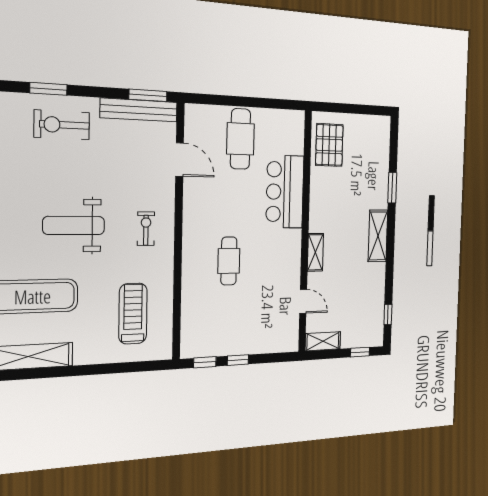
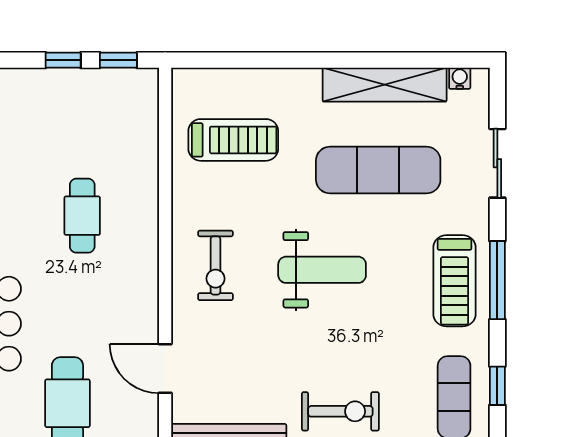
exercise bike: (146, 229) -> (215, 265), width x1.38, depth x1.39
treadmill: (133, 314) -> (233, 140), turned -90

